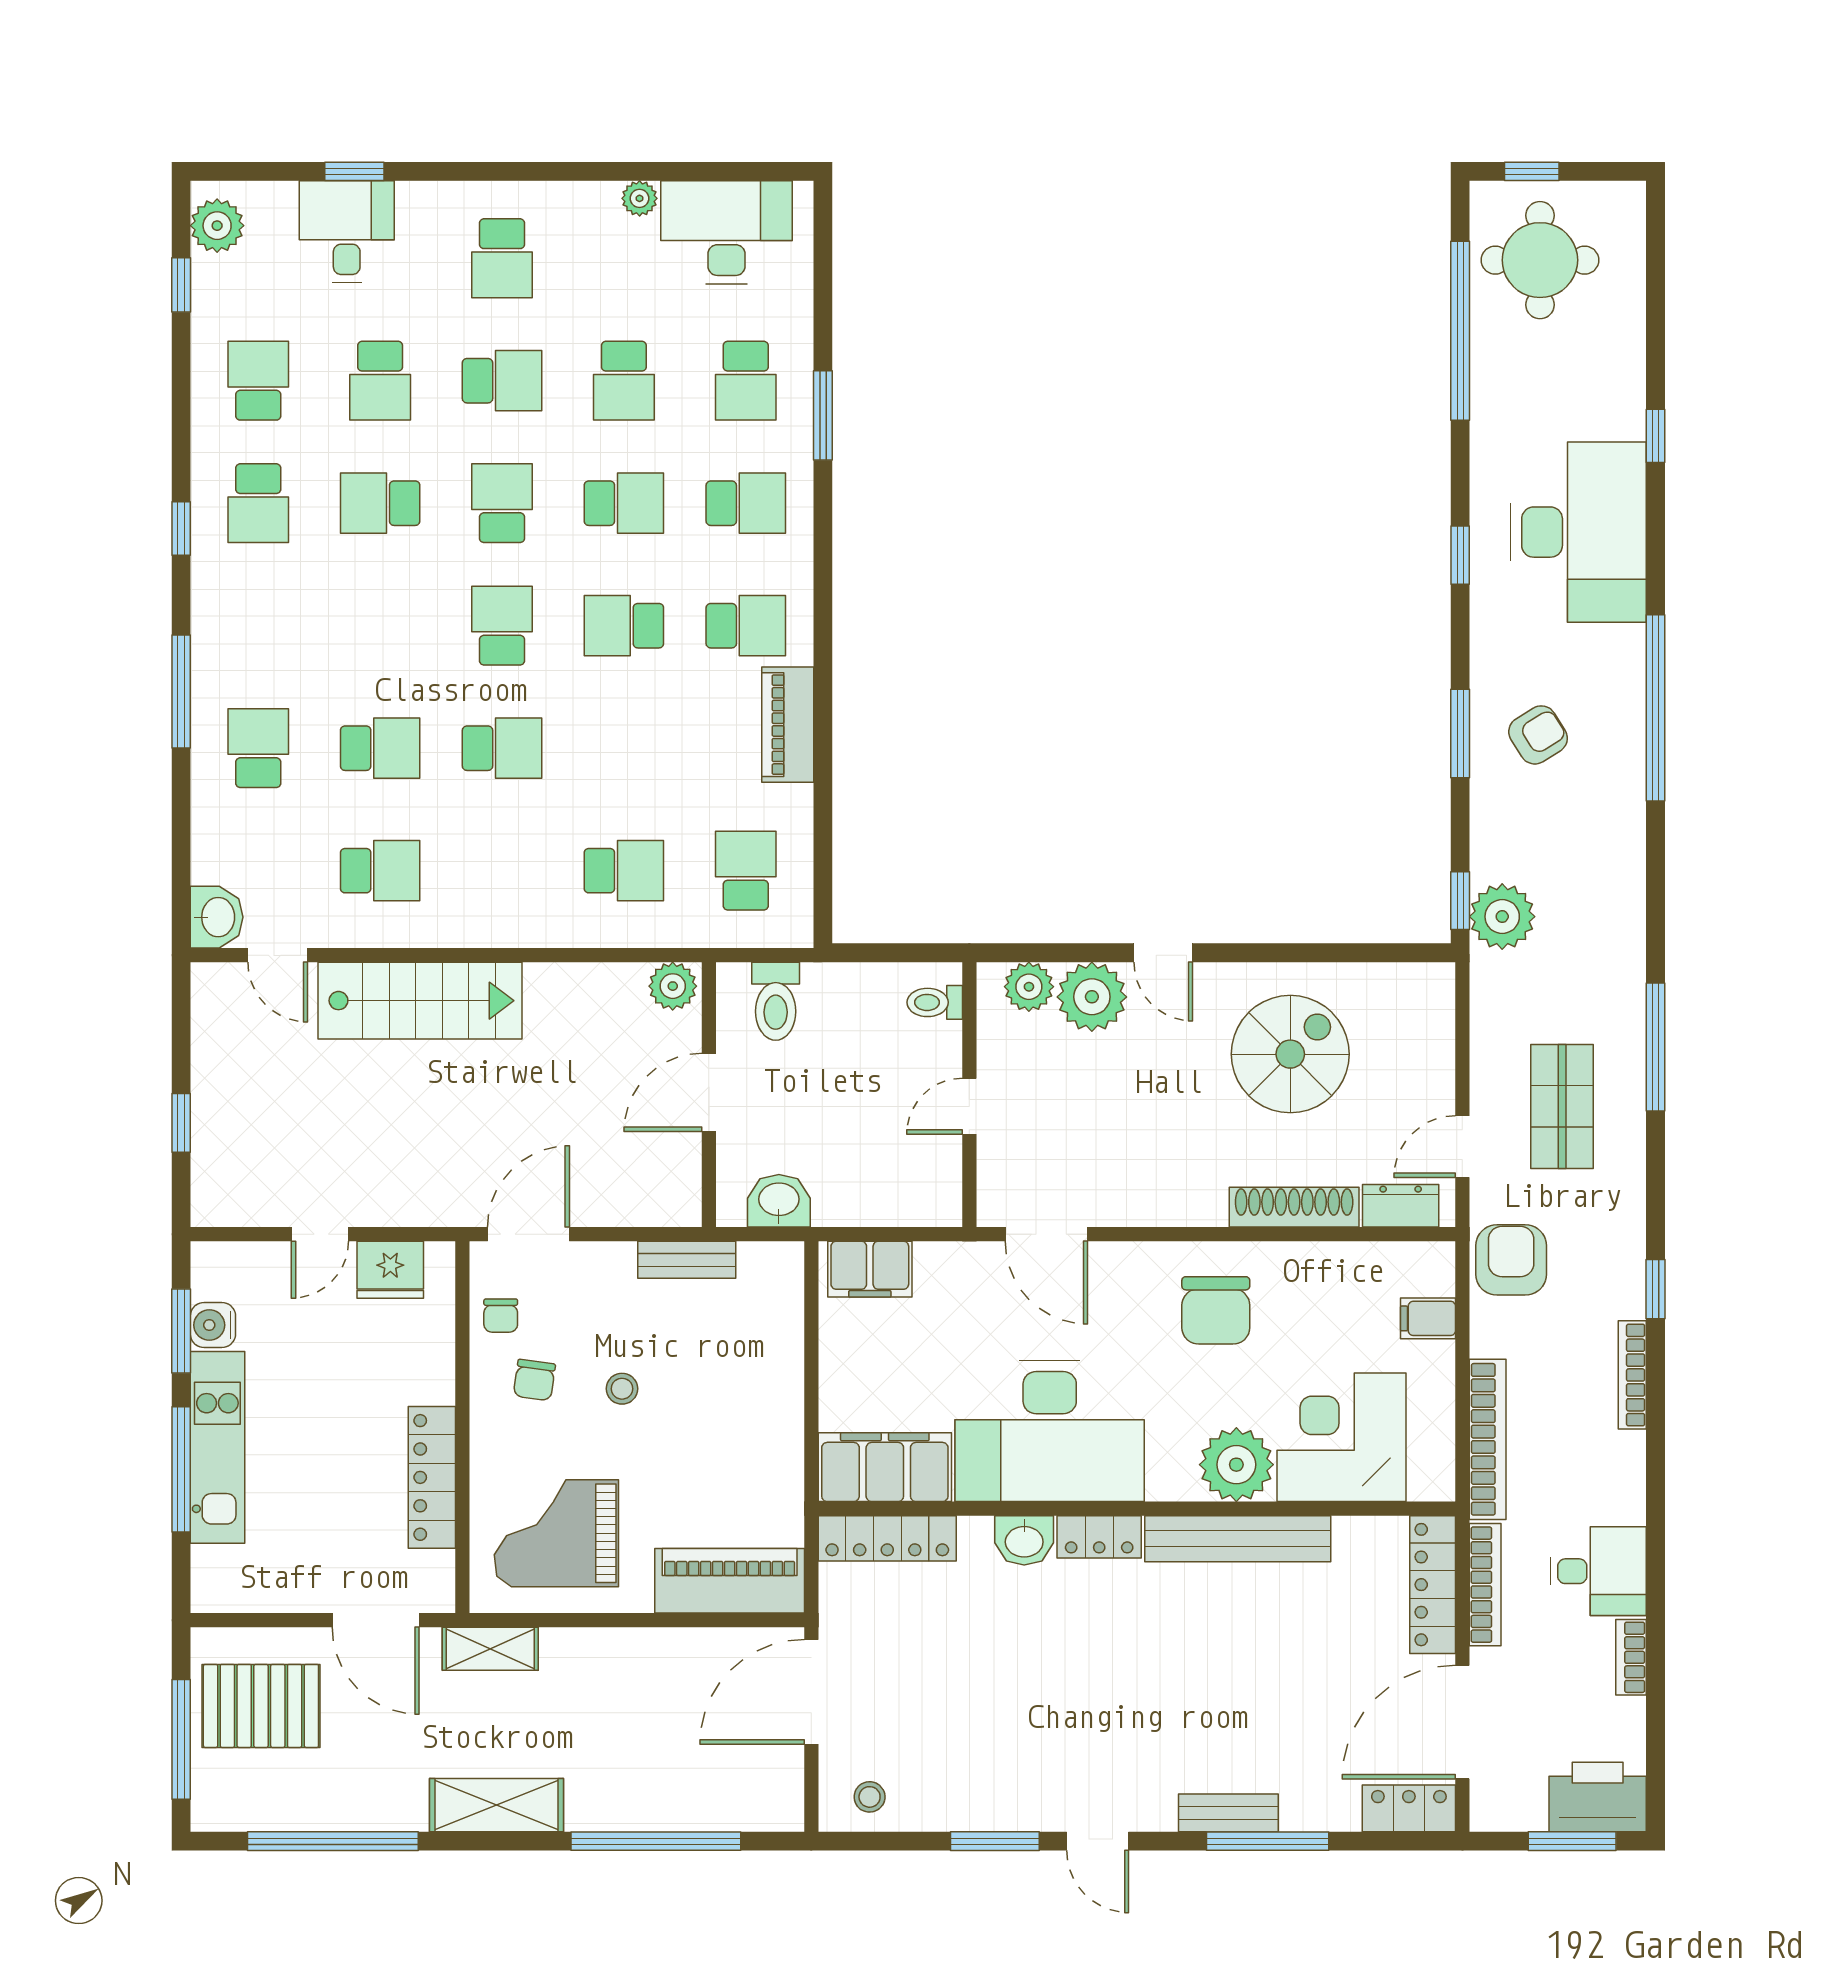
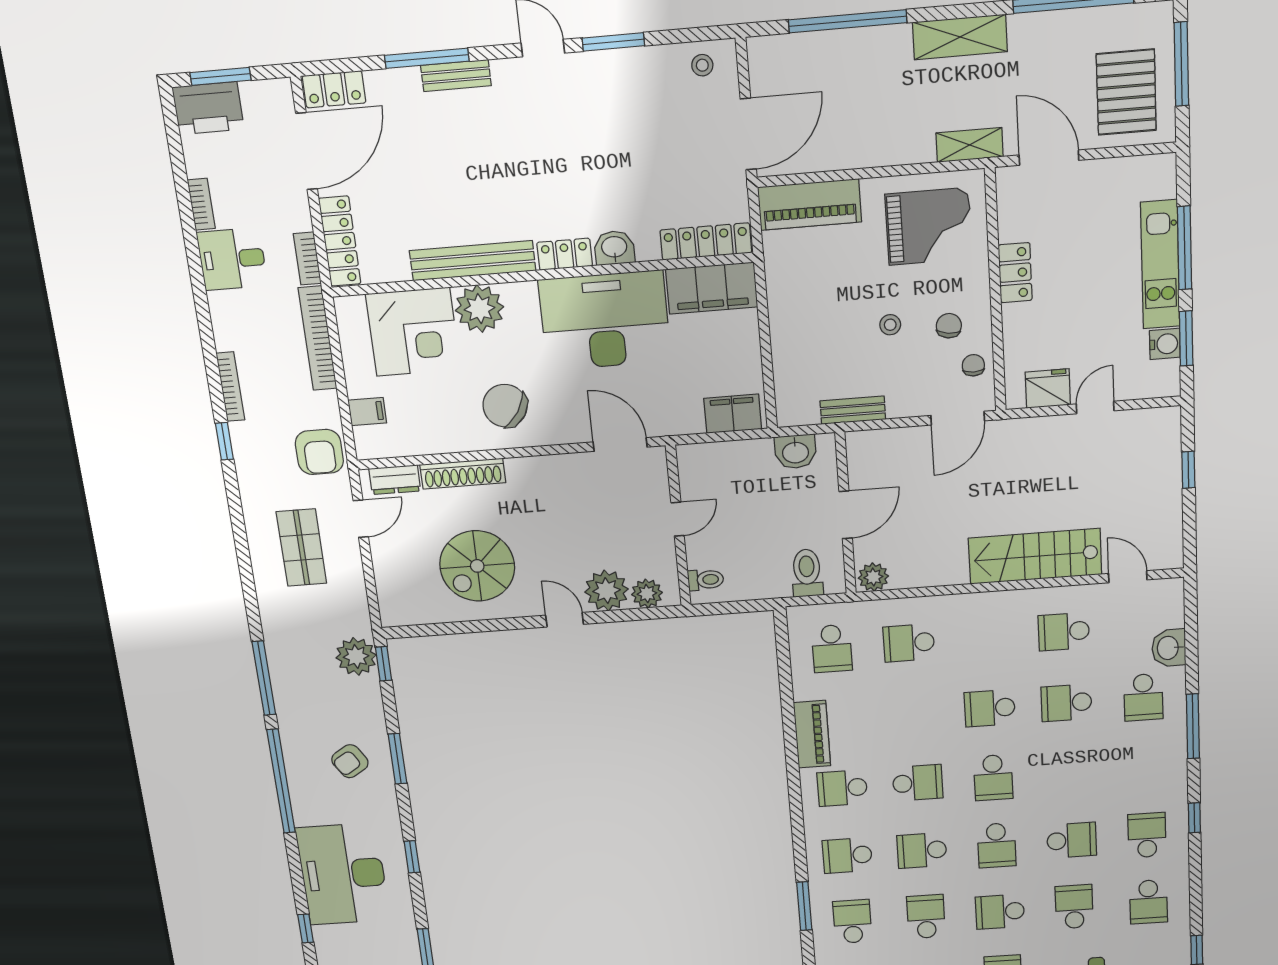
washbasin: (217, 917) -> (1169, 648), moved
window: (1655, 1047) -> (264, 678), moved
chair: (1216, 1310) -> (505, 406), turned -58
locker: (432, 1477) -> (1015, 273), width x0.66
bookcase: (1485, 1585) -> (307, 259), width x0.64
pallet: (261, 1706) -> (1126, 92), turned 90

